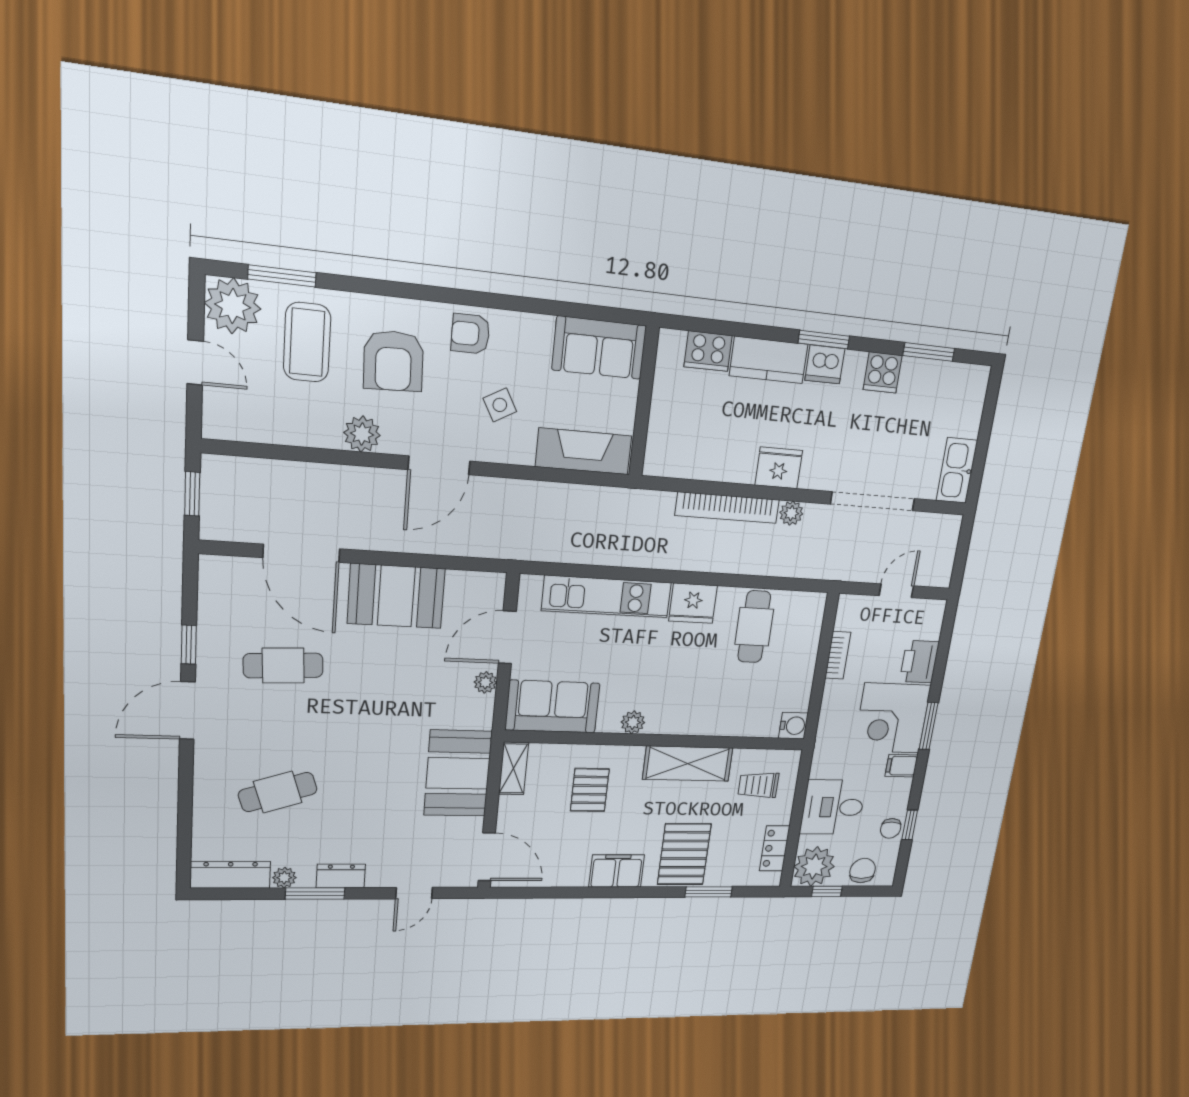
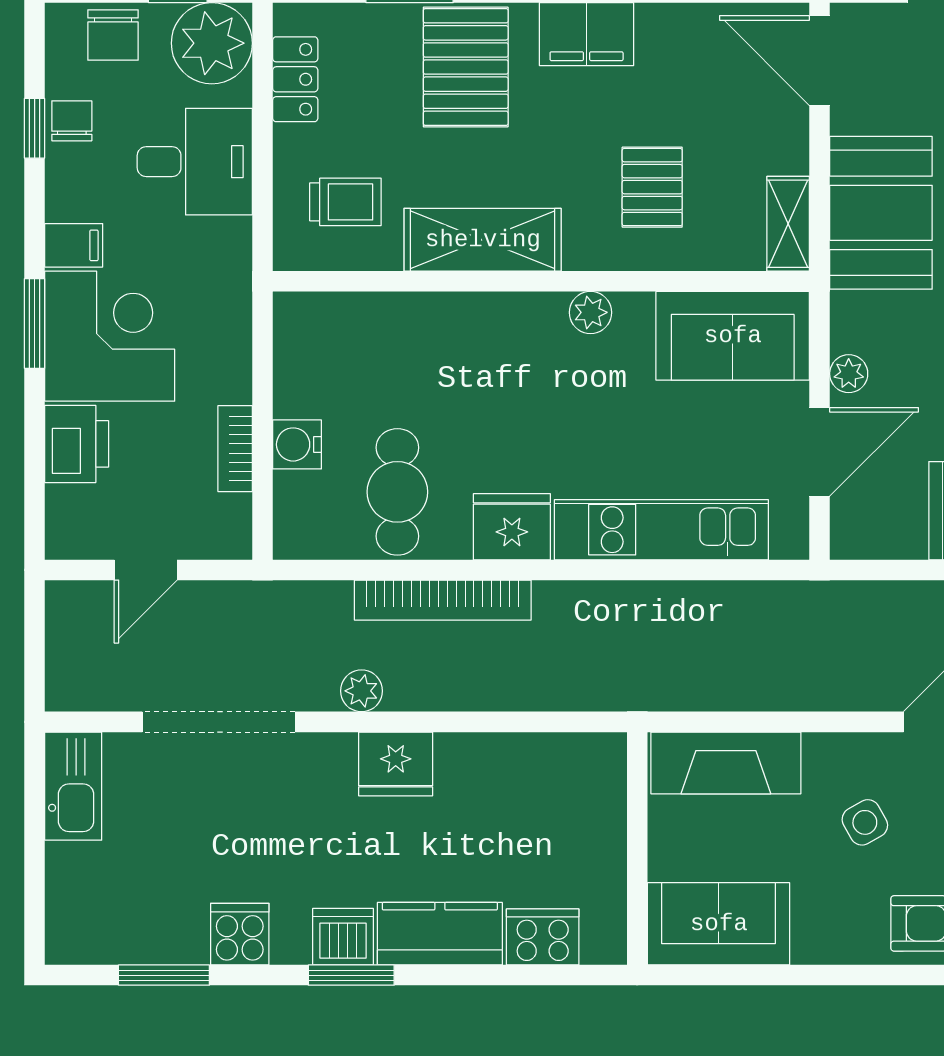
bookcase: (727, 508) -> (443, 600), moved, turned 180
water cooler: (793, 726) -> (297, 444), moved

